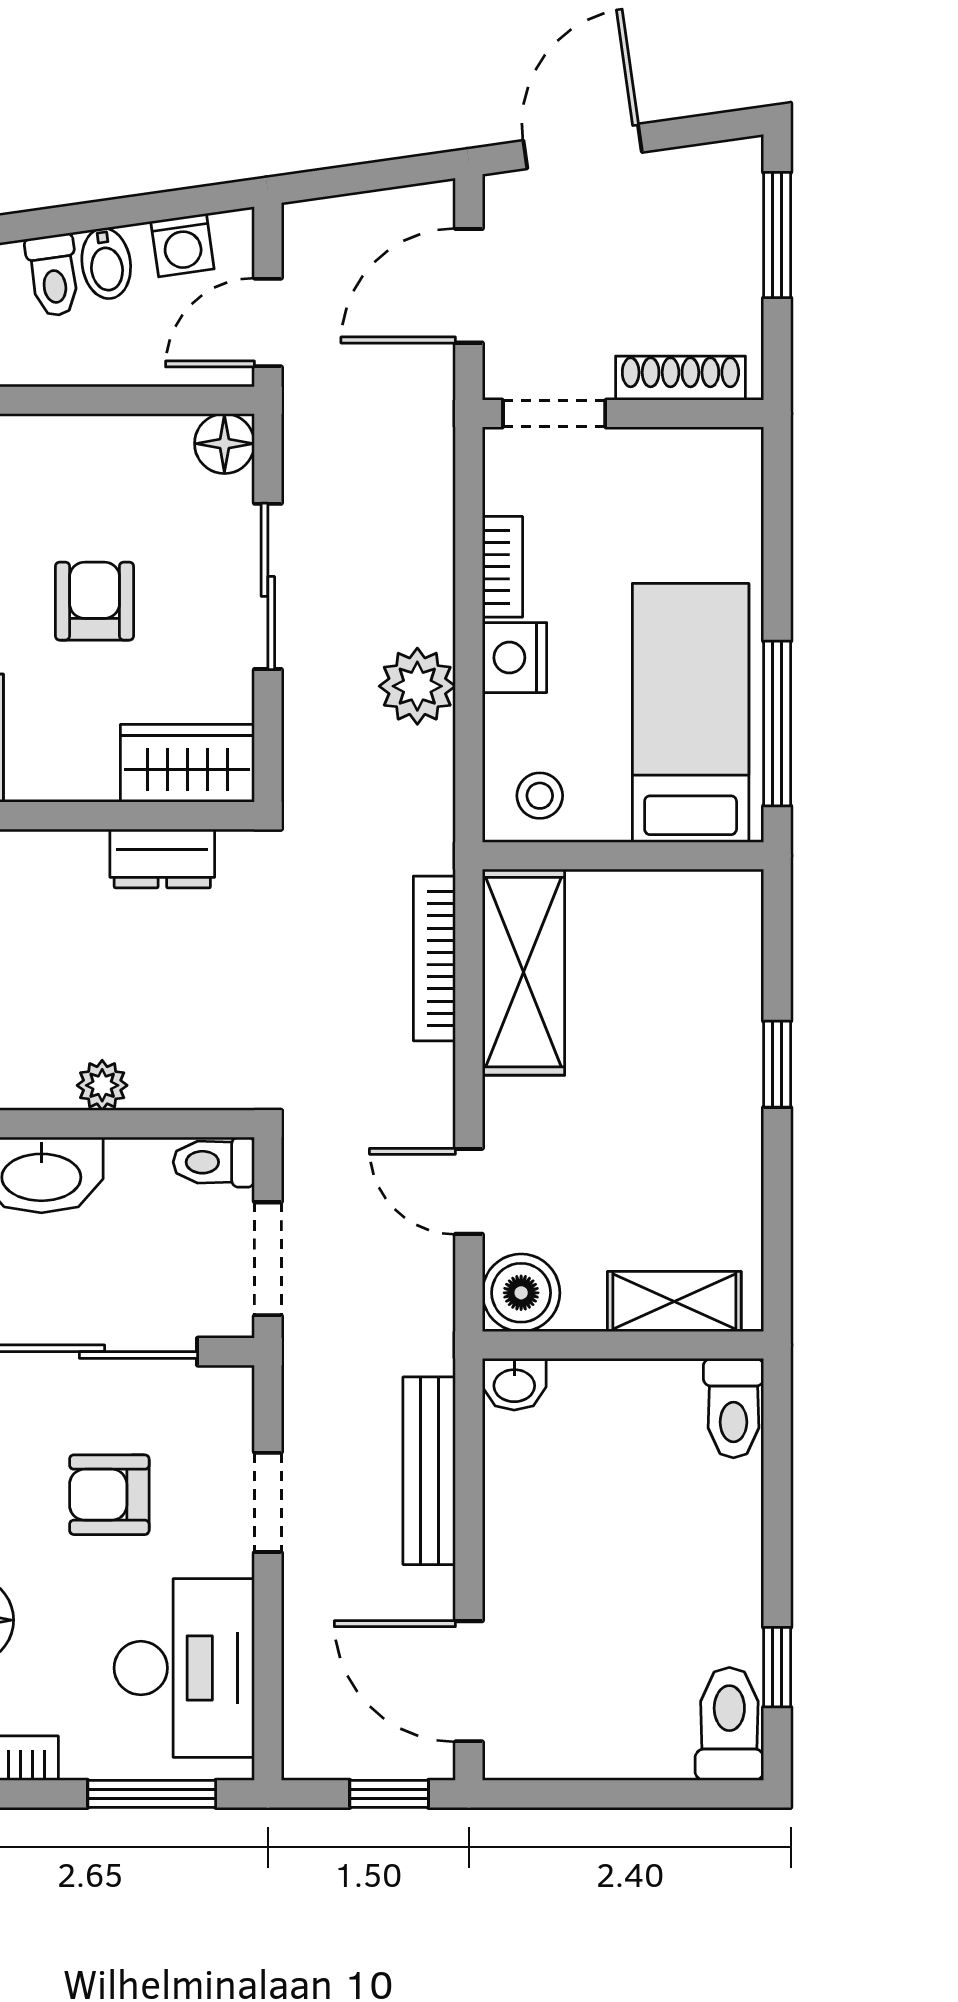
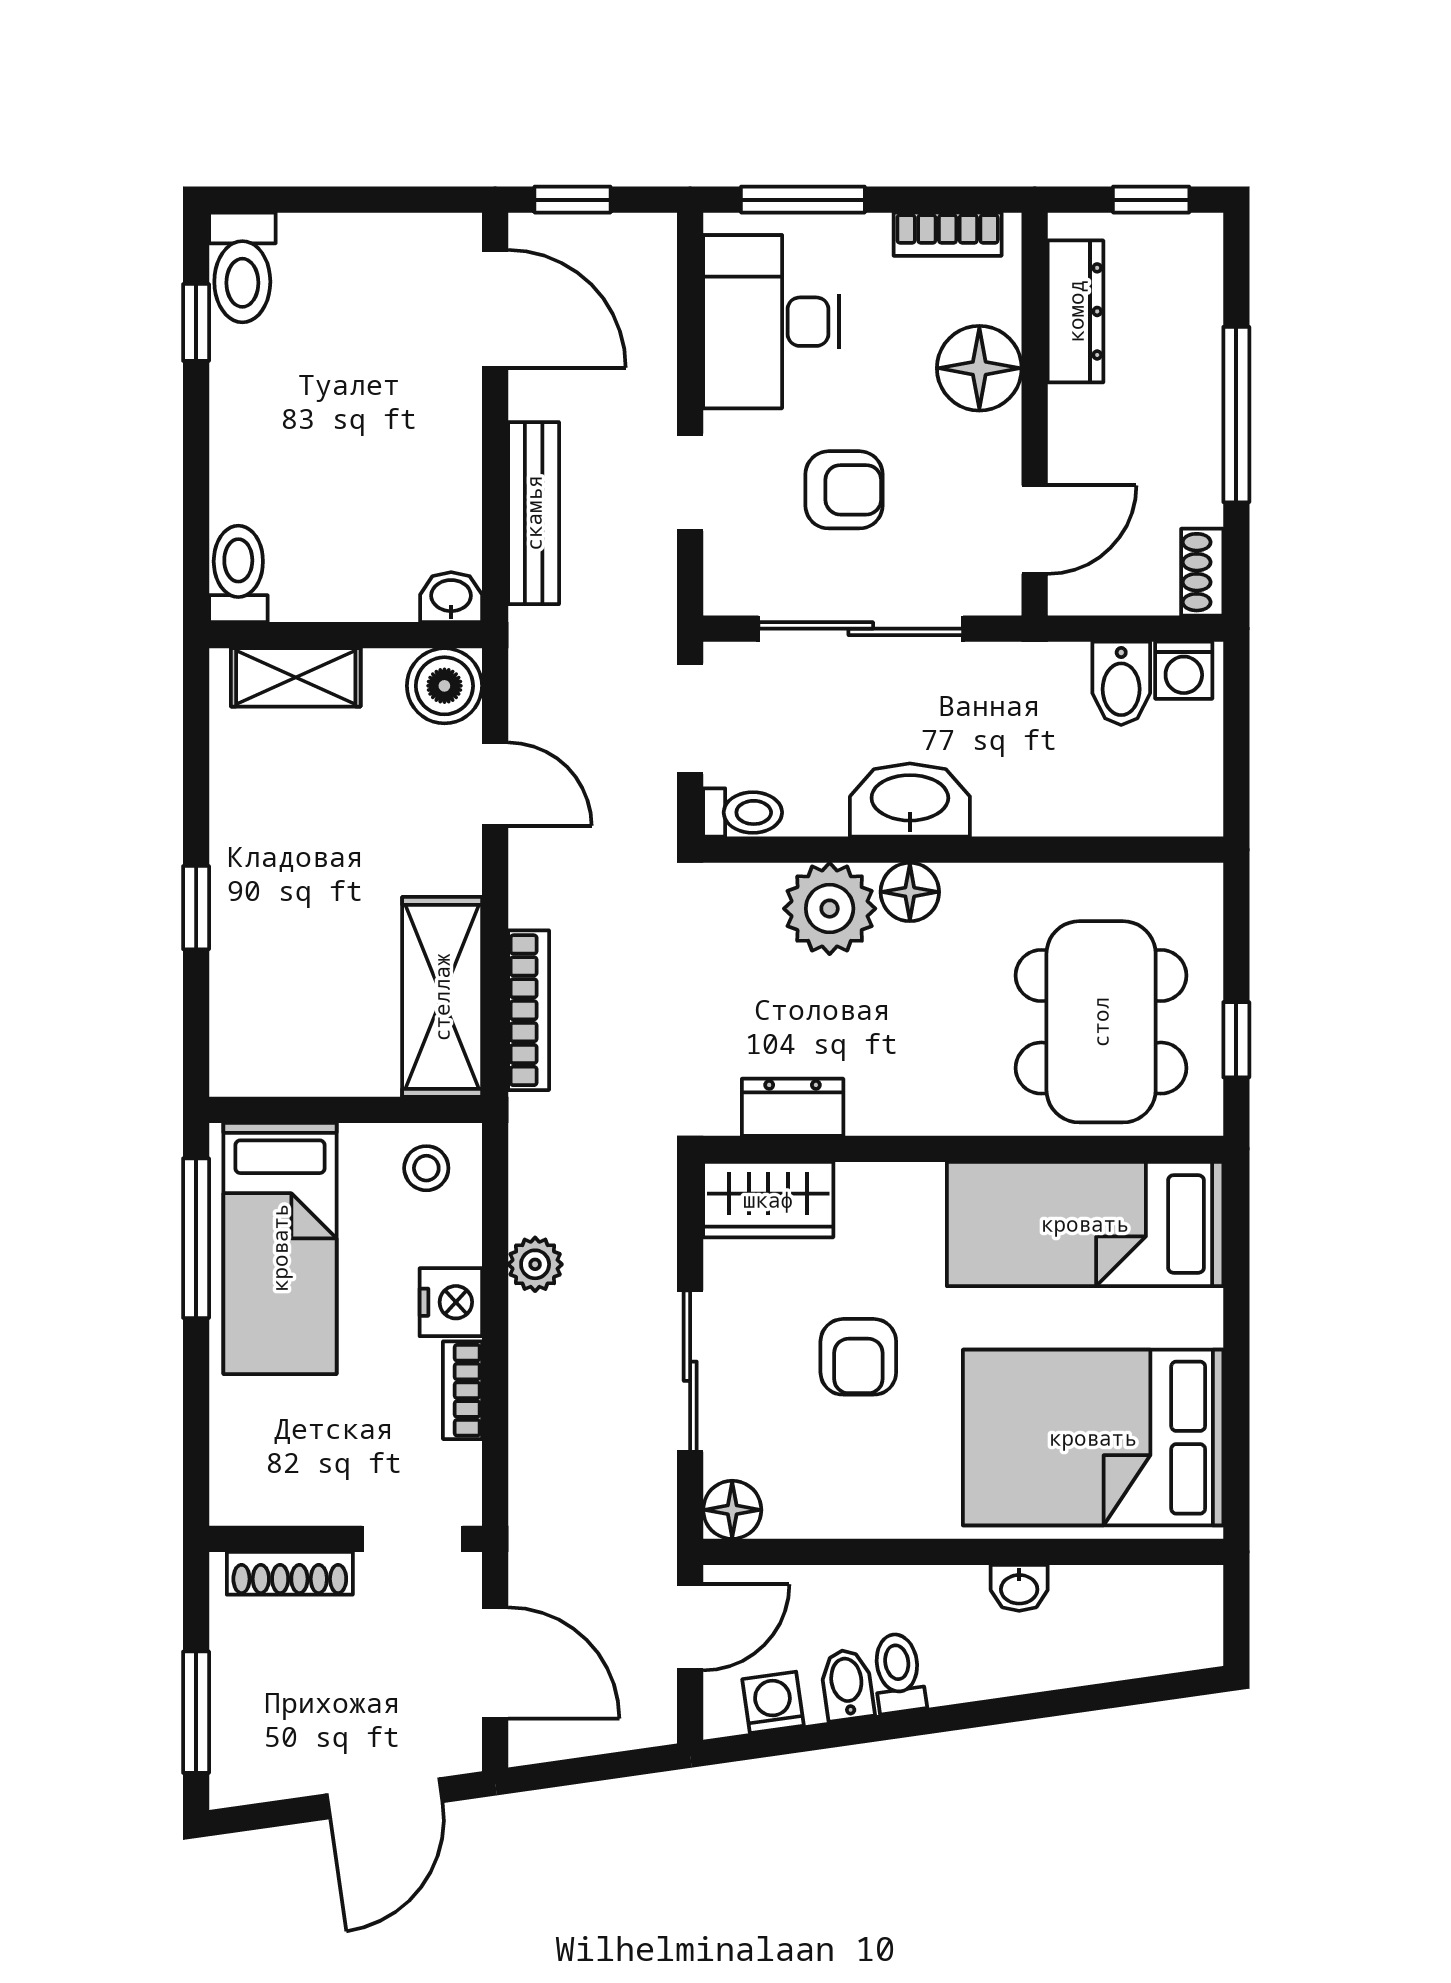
door: (469, 286) -> (495, 1663), hinge flipped
plant: (417, 686) -> (535, 1264), width x0.73, depth x0.73
floor lamp: (41, 1080) -> (910, 892), added
plant: (102, 1085) -> (830, 909), width x1.88, depth x1.88

